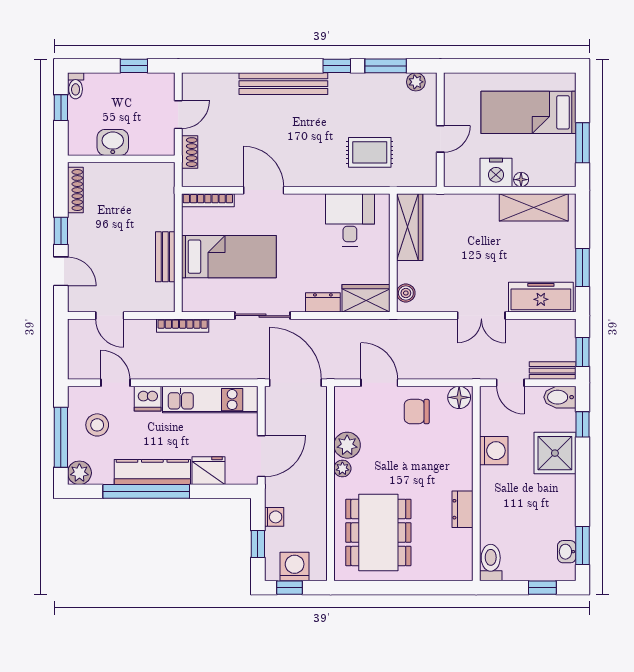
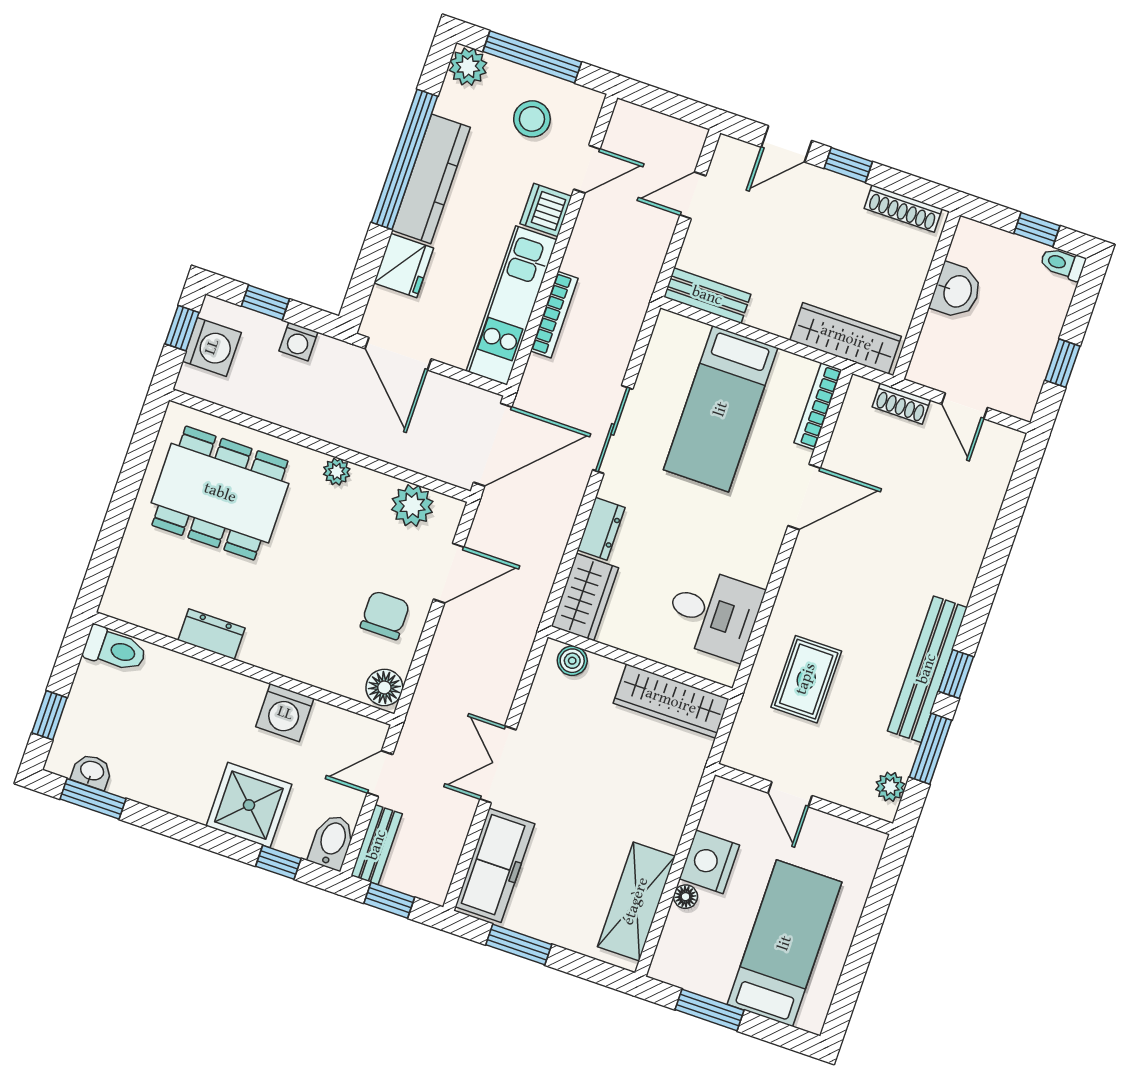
bench: (283, 84) -> (927, 669), moved
wardrobe: (163, 198) -> (846, 338), added
bench: (165, 257) -> (707, 296), moved
bookcase: (183, 326) -> (554, 315), moved, turned 180
plant: (347, 445) -> (412, 505), moved

